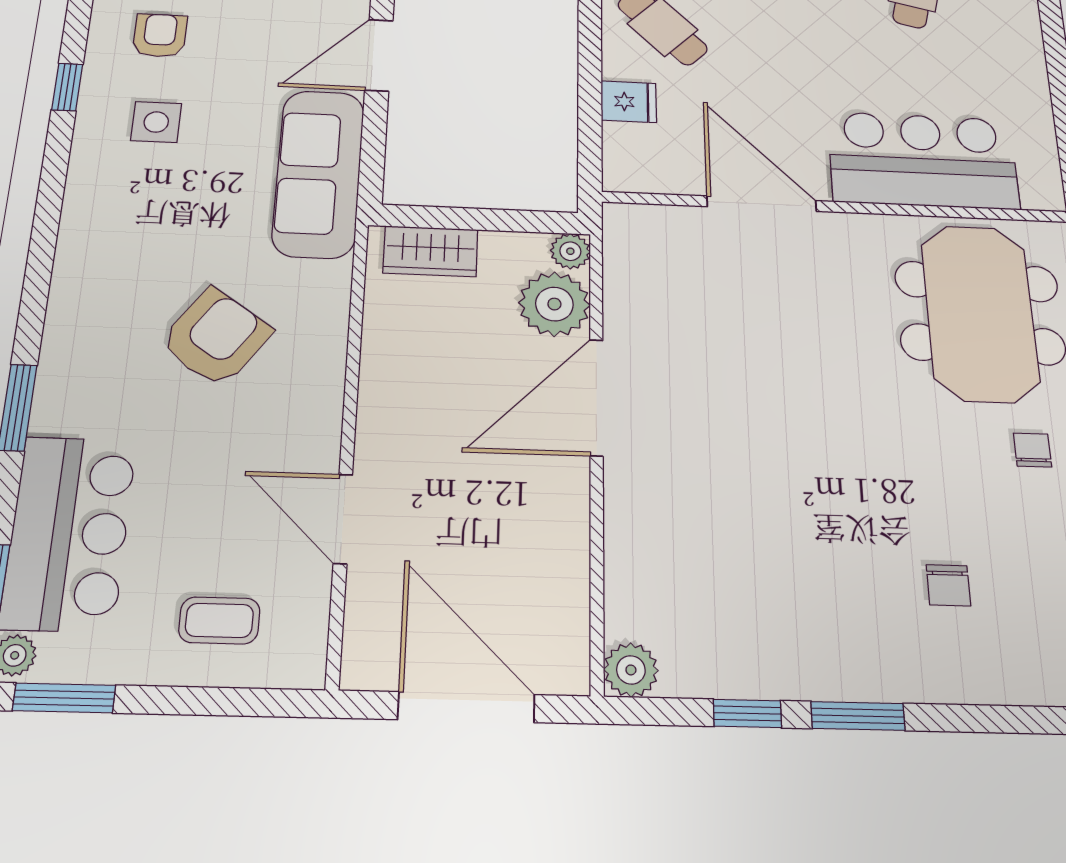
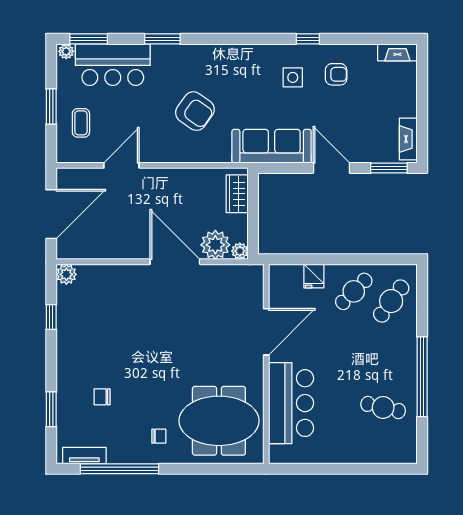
window: (64, 698) -> (51, 106), moved
window: (858, 716) -> (51, 409), moved

